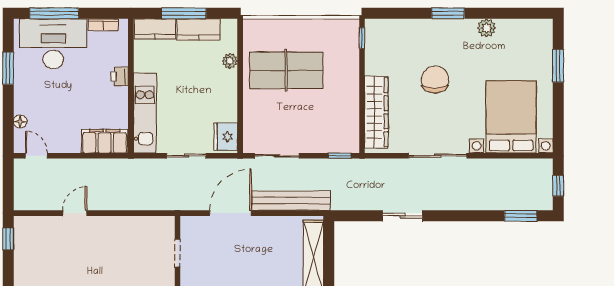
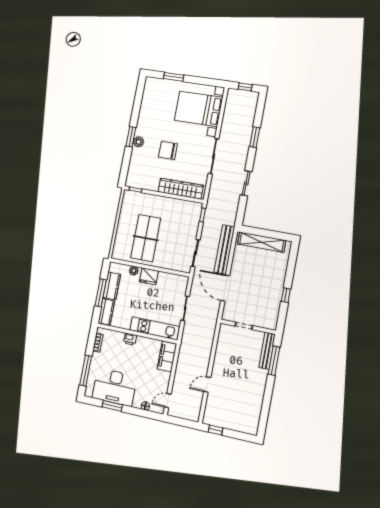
plant: (487, 28) -> (139, 142), moved
desk: (53, 44) -> (115, 387), moved, turned -90
fridge: (226, 137) -> (149, 276), moved
door: (75, 213) -> (207, 385), hinge flipped
window: (521, 216) -> (255, 137), moved

